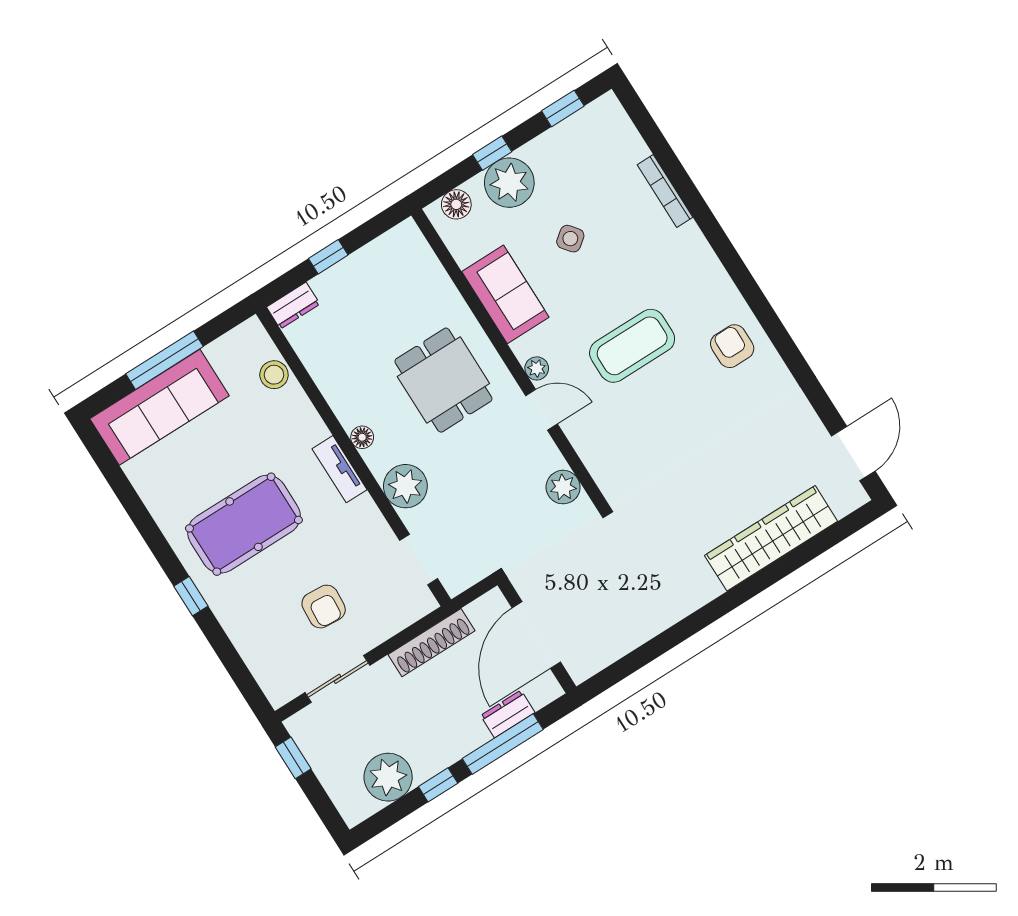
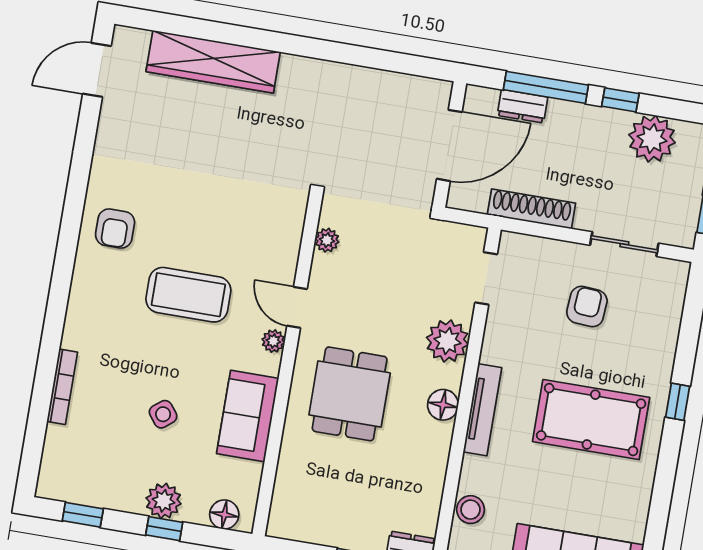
plant: (509, 183) -> (163, 501), width x0.73, depth x0.73
floor lamp: (362, 437) -> (443, 405), width x1.37, depth x1.37
tv unit: (340, 469) -> (482, 410), width x1.41
plant: (563, 487) -> (327, 240), width x0.73, depth x0.73

